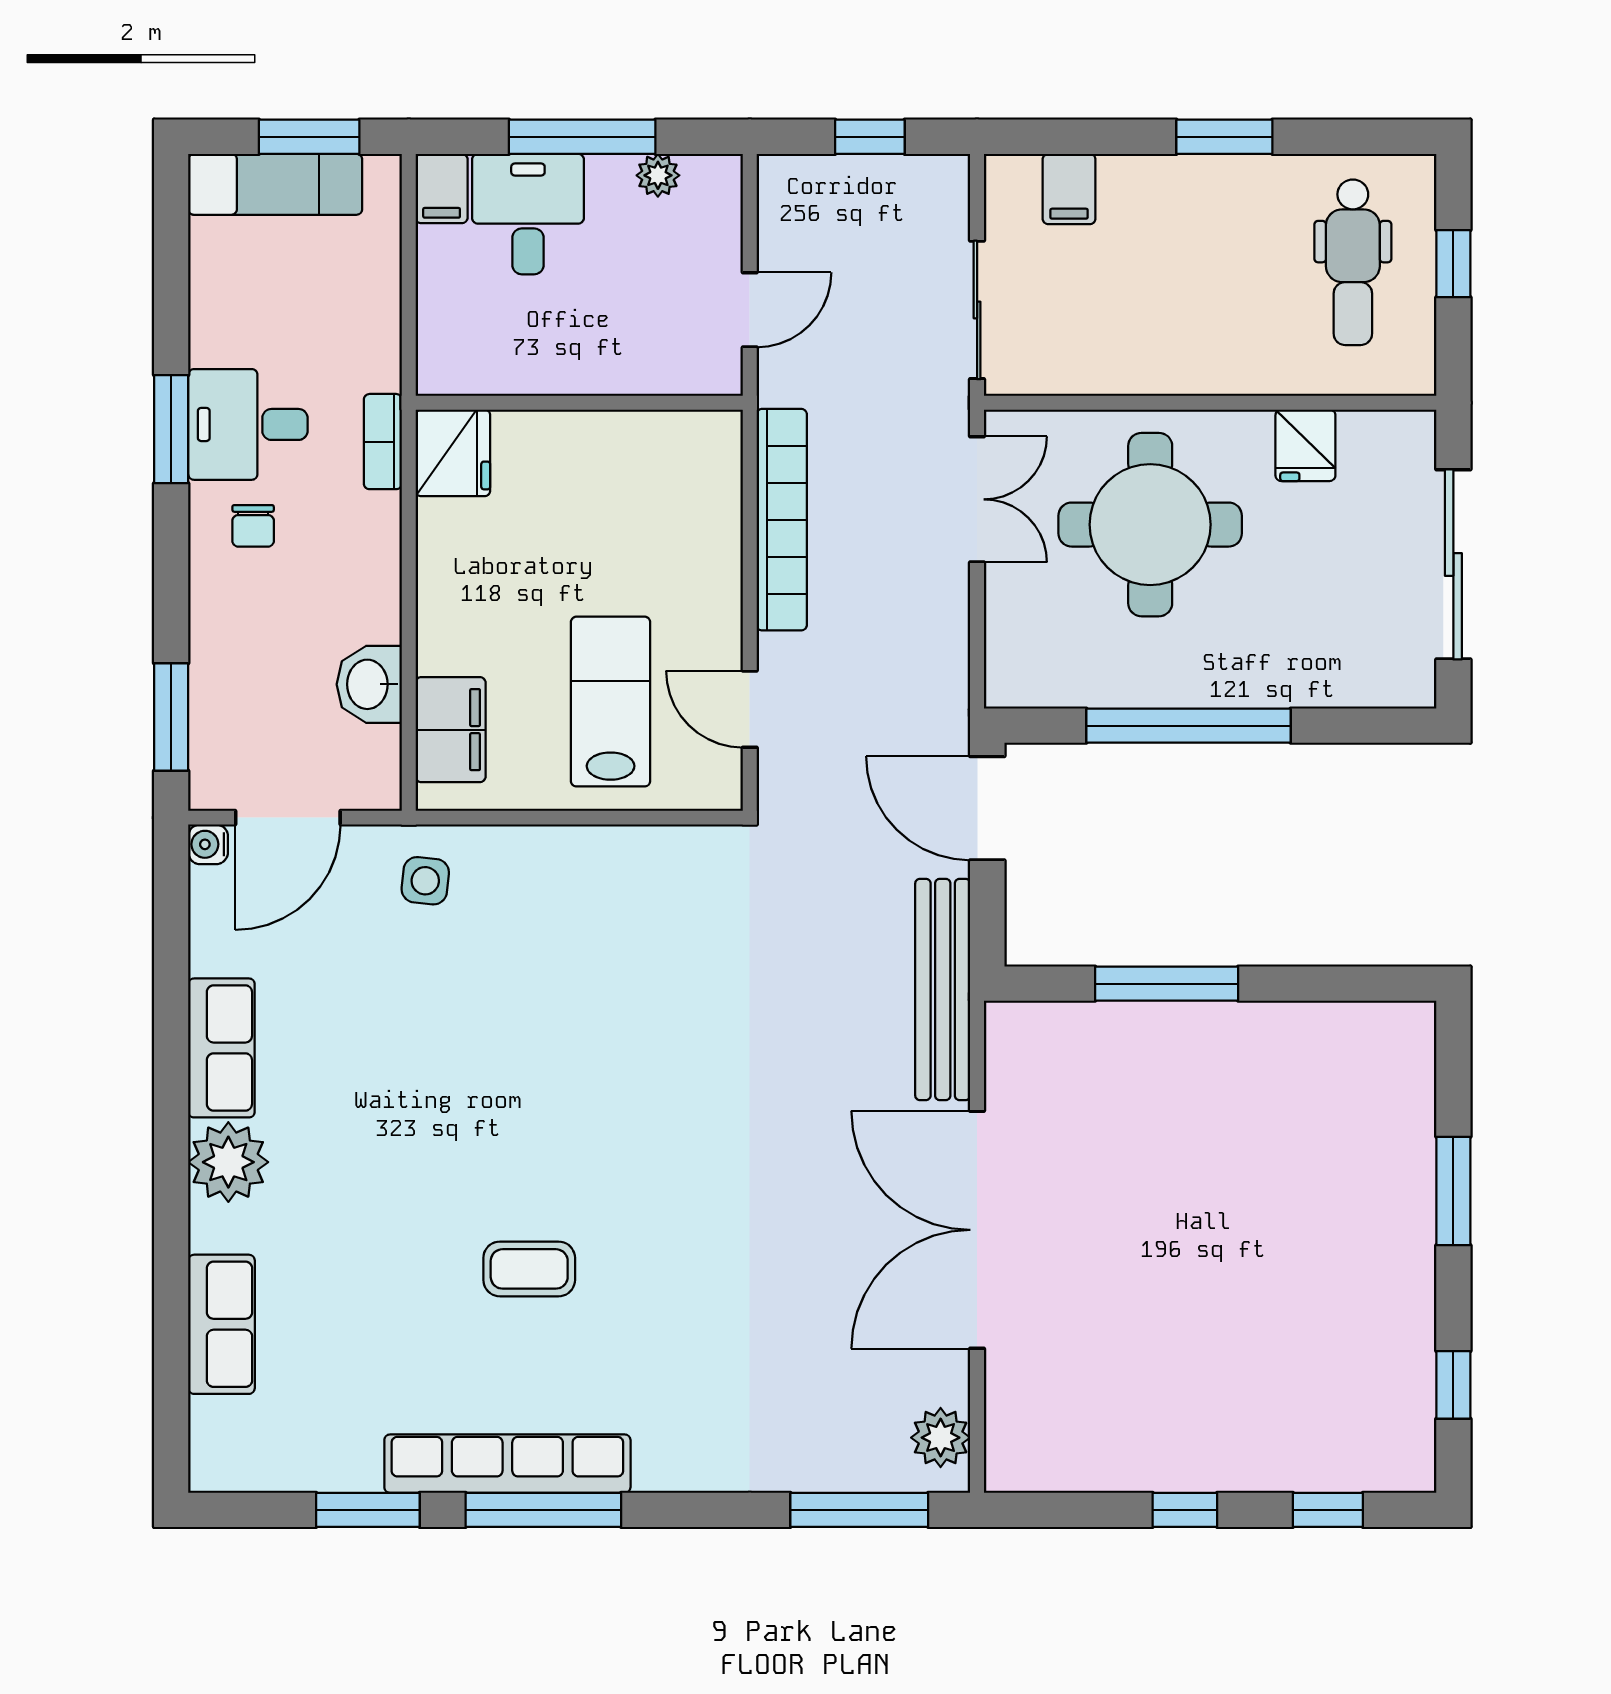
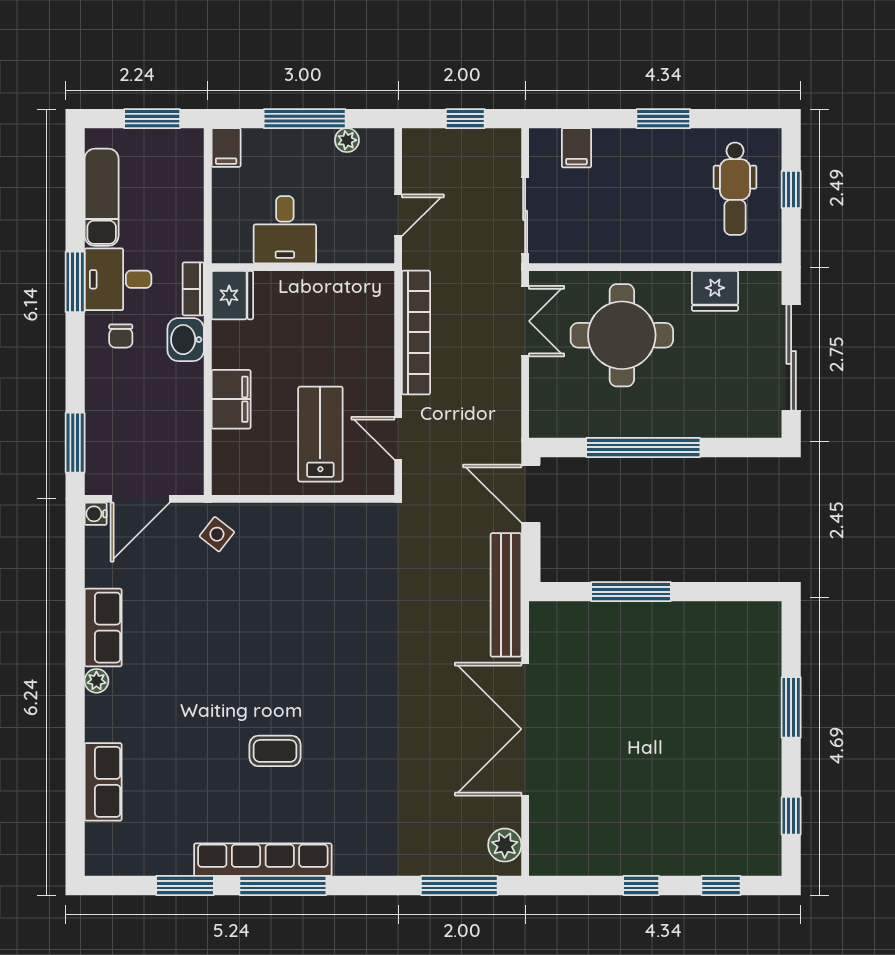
exam couch: (275, 184) -> (102, 197), moved, turned -90
desk: (528, 214) -> (285, 230), moved, turned 180
fridge: (1305, 445) -> (715, 291), width x1.38
washbasin: (369, 684) -> (186, 340), moved
filing cabinet: (451, 730) -> (231, 399), moved
side table: (425, 881) -> (217, 534), turned 32
plant: (228, 1162) -> (96, 681), width x0.53, depth x0.53

